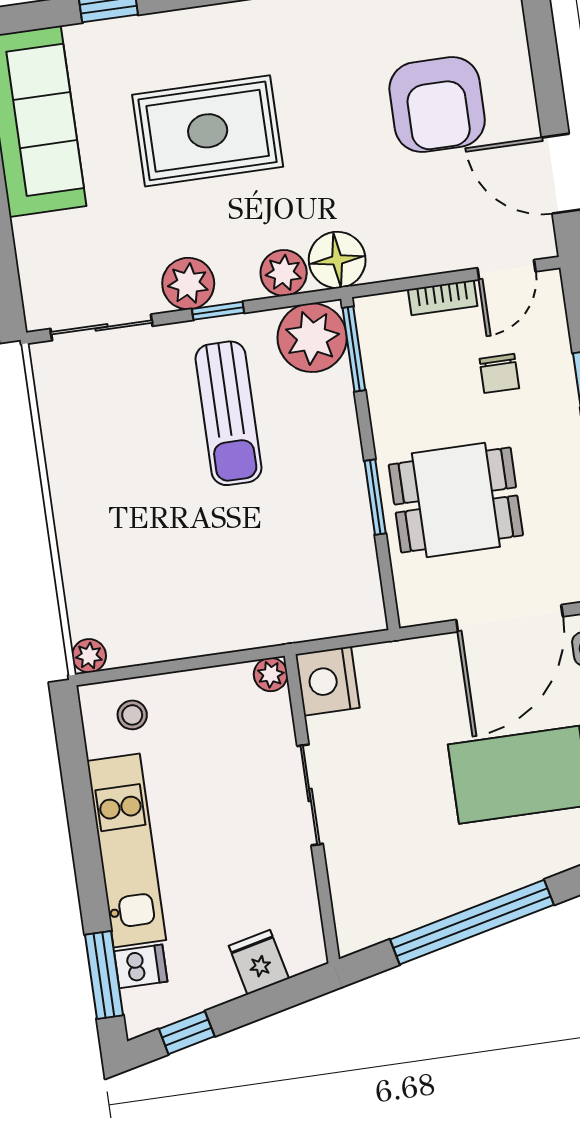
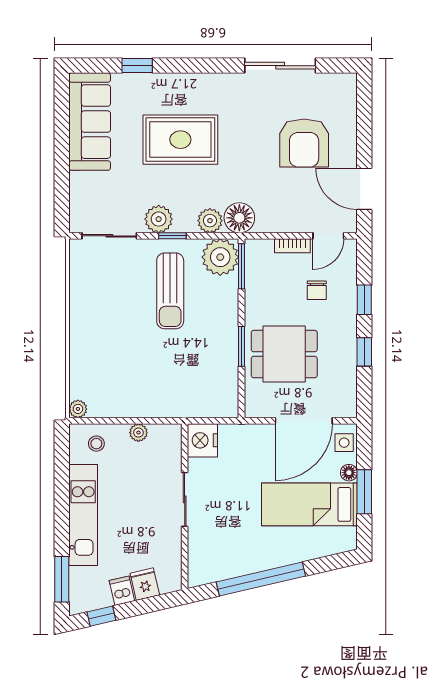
plant: (271, 675) -> (138, 433), moved
dishwasher: (141, 966) -> (122, 591), moved, turned -103

